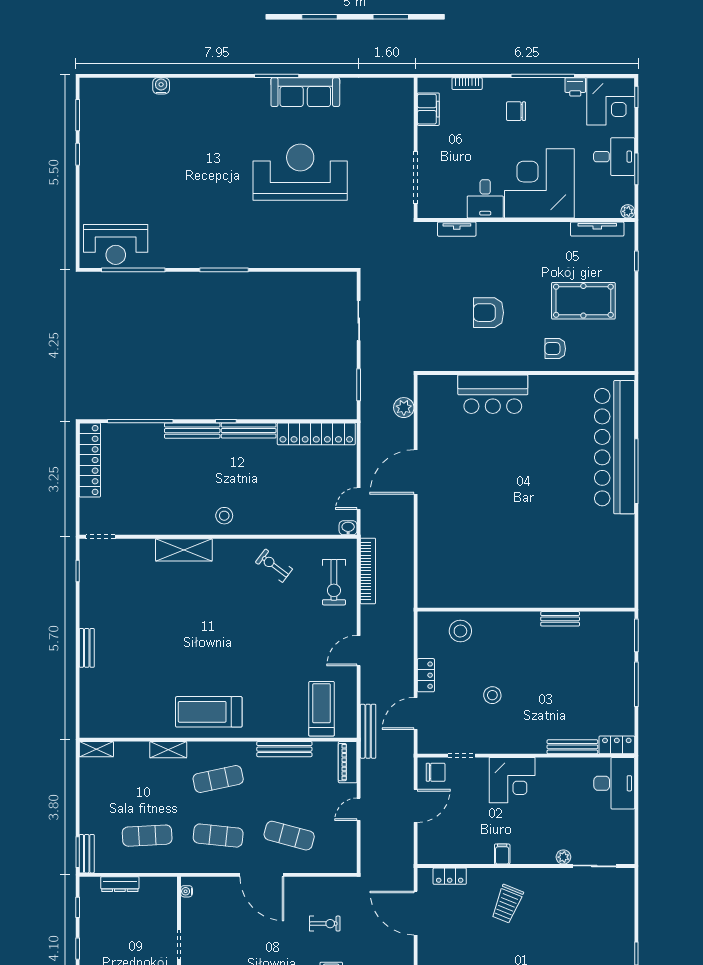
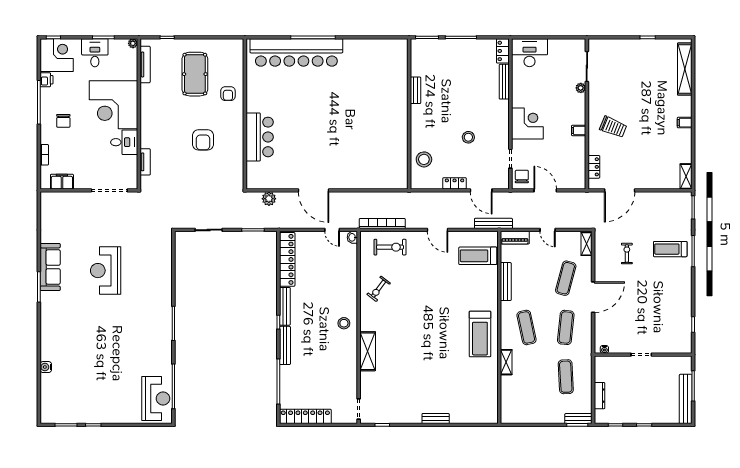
reception desk: (300, 172) -> (106, 271), width x0.74, depth x0.77
shelving: (96, 749) -> (586, 244), moved

